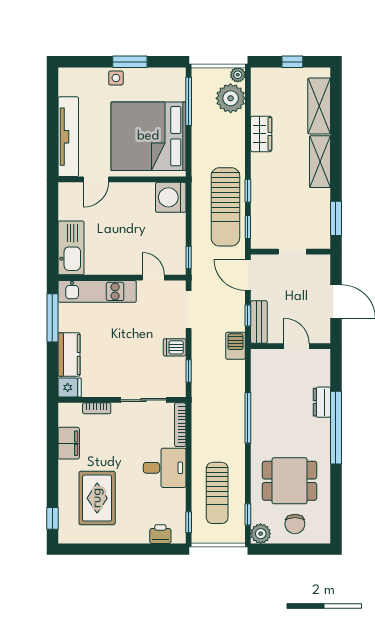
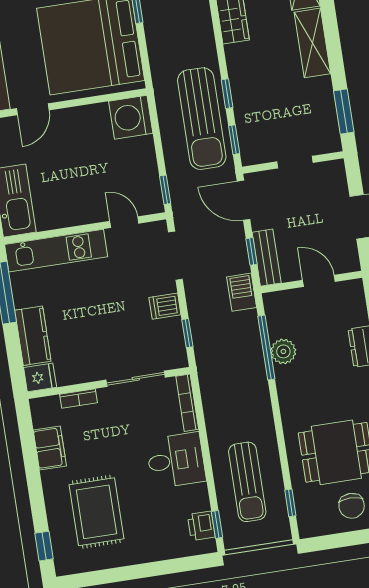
window: (248, 418) -> (266, 348), moved
printer: (160, 534) -> (201, 526), moved, turned -90
plant: (261, 534) -> (283, 351), moved

